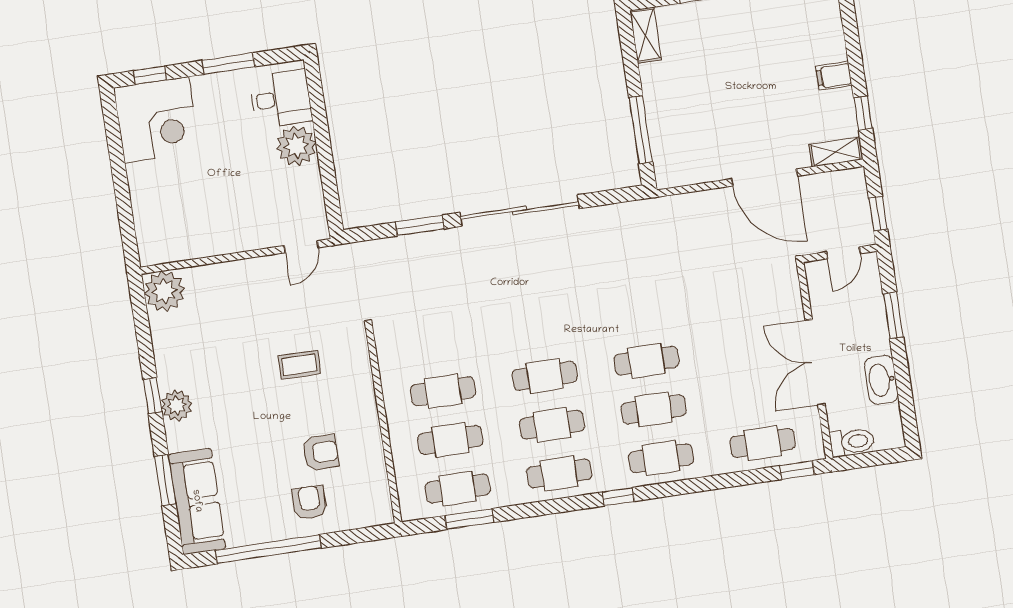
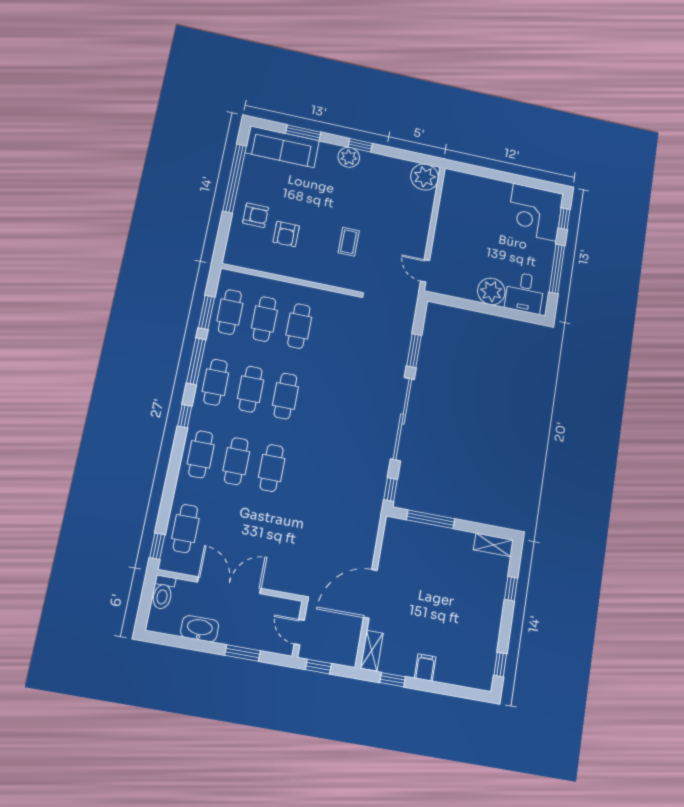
window: (229, 64) -> (557, 269), width x1.44
window: (620, 196) -> (391, 490), added
window: (540, 508) -> (196, 361), added

